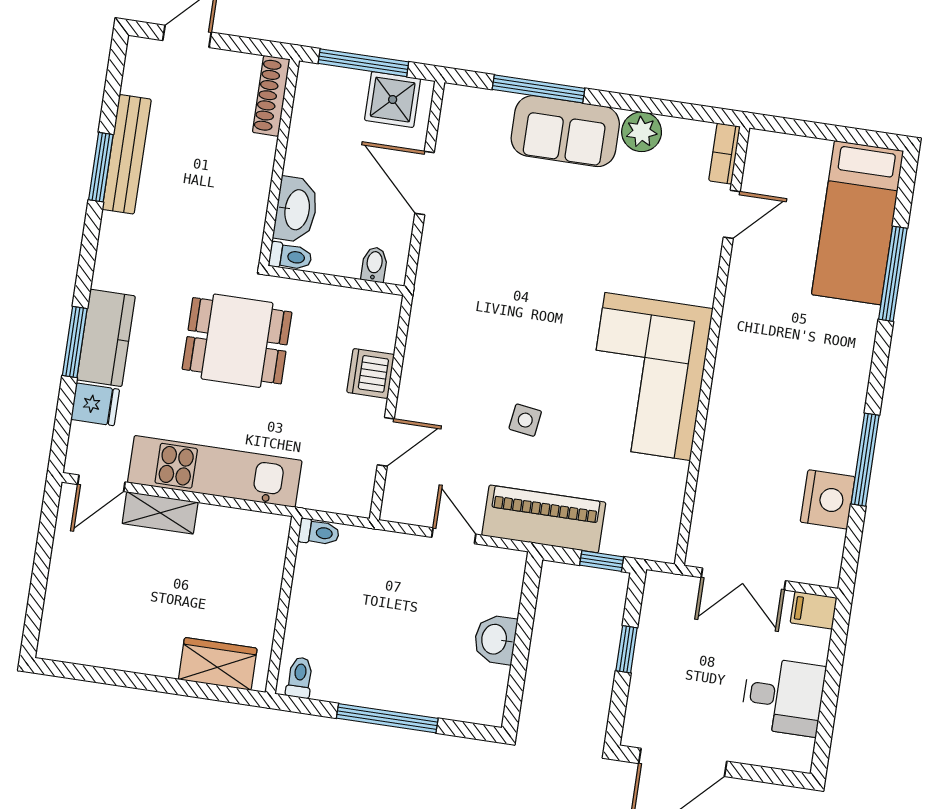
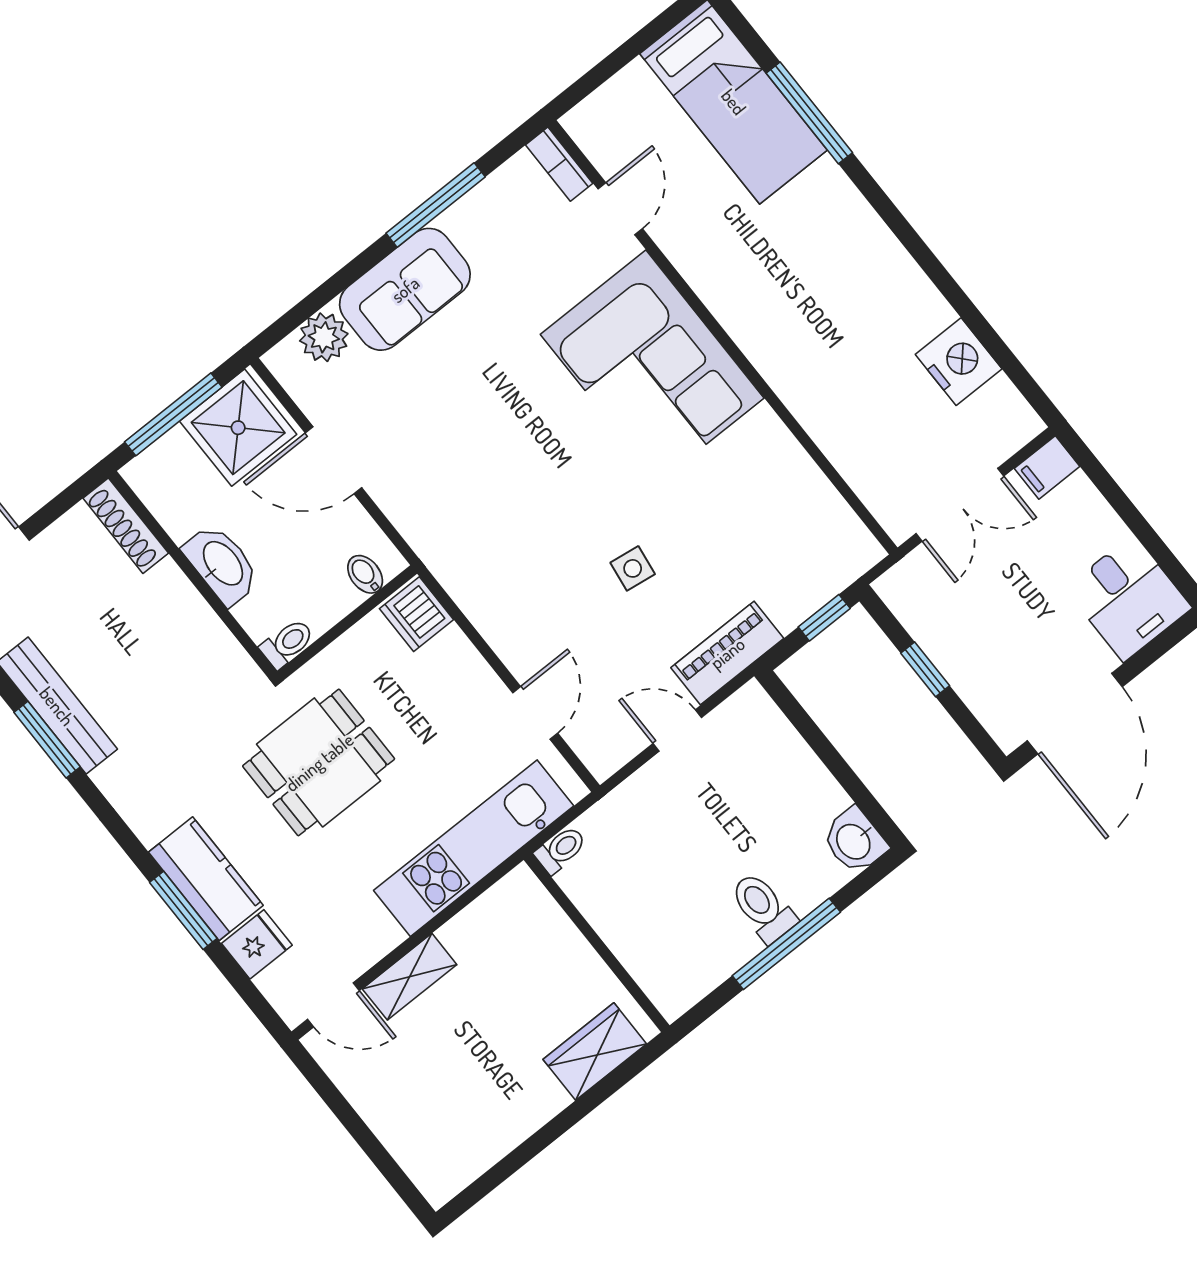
window: (539, 89) -> (436, 205), moved
shower: (393, 100) -> (238, 428), width x1.36, depth x1.36
plant: (642, 132) -> (324, 337), moved
washbasin: (296, 210) -> (222, 564), moved
dishwasher: (371, 373) -> (416, 614), moved
corner sofa: (648, 377) -> (652, 366), moved
window: (865, 460) -> (954, 294), removed
kitchen unit: (215, 471) -> (474, 848), moved
door: (101, 483) -> (333, 1005), hinge flipped
piano: (544, 519) -> (727, 653), width x0.73, depth x0.75
washbasin: (495, 639) -> (854, 841), moved
toilet: (300, 678) -> (763, 907), moved, width x1.37, depth x1.39
desk: (783, 697) -> (1128, 598), moved, turned 90

